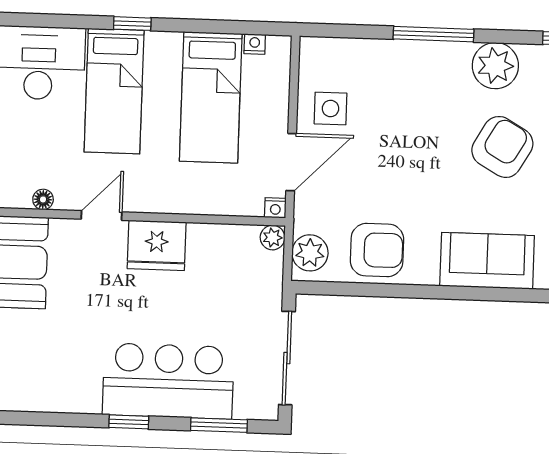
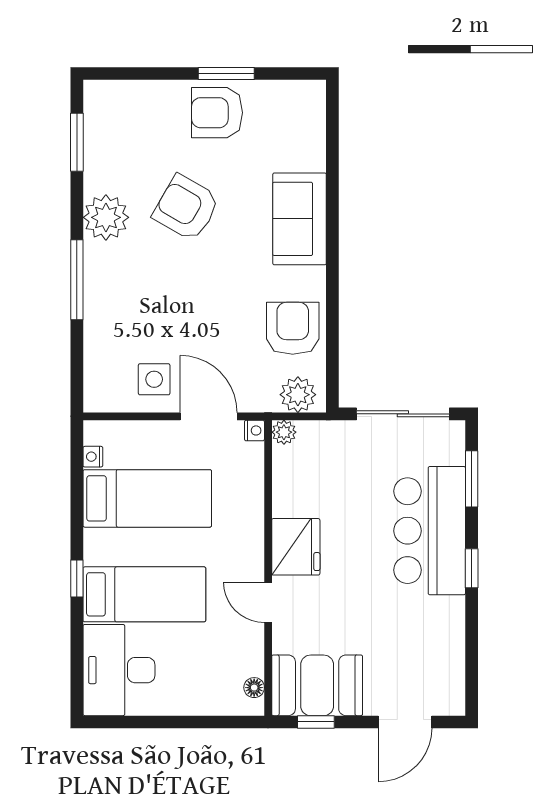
floor lamp: (43, 199) -> (254, 688), moved

